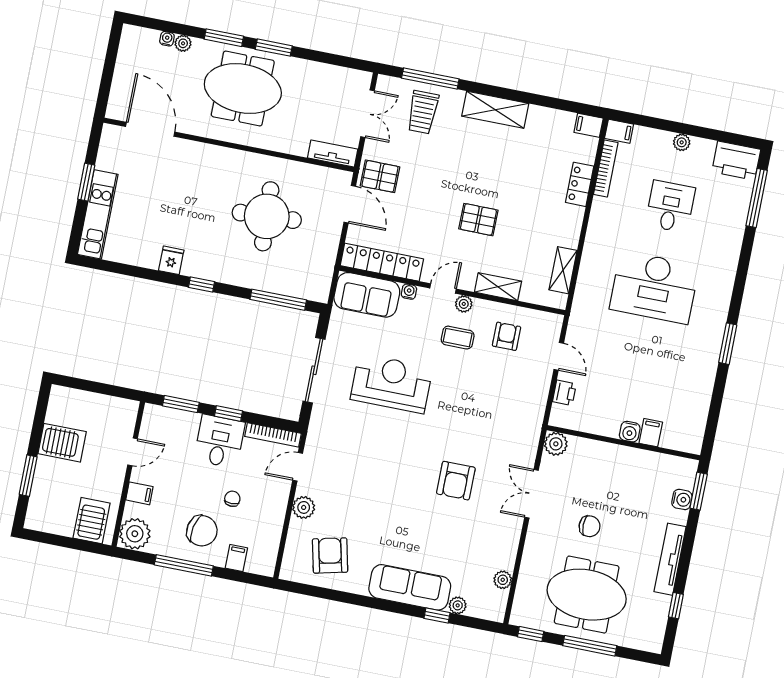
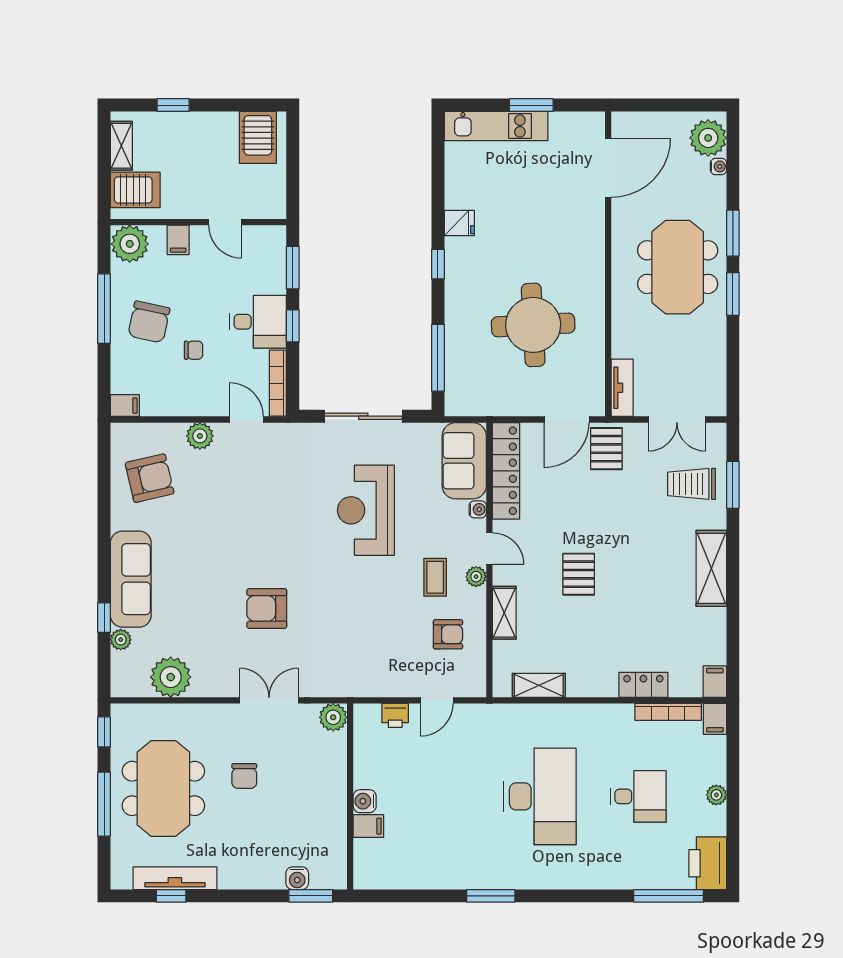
plant: (183, 43) -> (708, 138), moved, width x1.87, depth x1.87
window: (430, 79) -> (733, 485), width x0.69
desk: (654, 287) -> (540, 796), turned 180
reception desk: (391, 384) -> (366, 510), turned 180
server rack: (62, 443) -> (258, 137), moved
window: (28, 476) -> (173, 105), width x0.67
shelving: (53, 525) -> (121, 146), added
filing cabinet: (236, 558) -> (125, 406), moved
tv unit: (670, 559) -> (175, 878), moved
plant: (503, 580) -> (171, 677), width x1.87, depth x1.87

